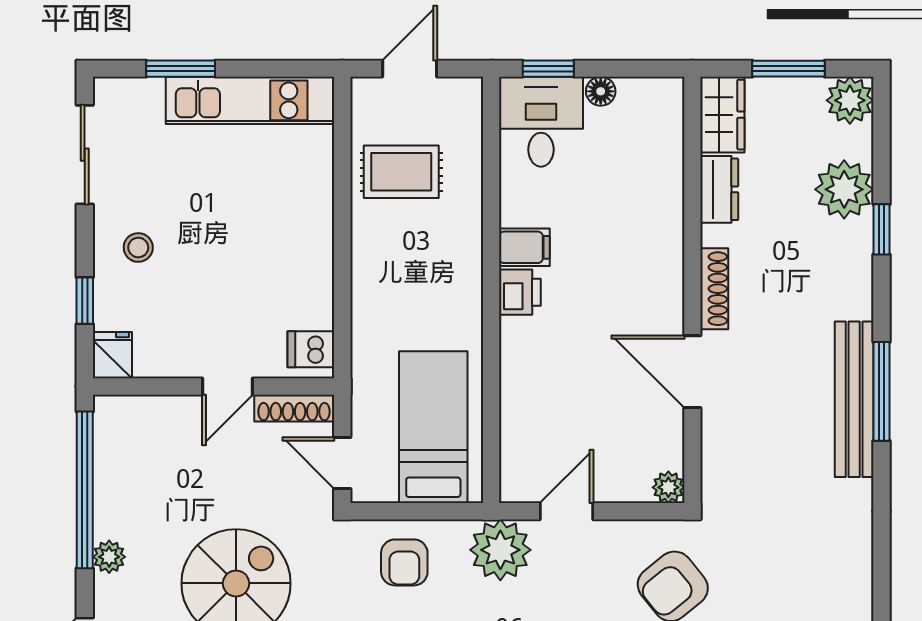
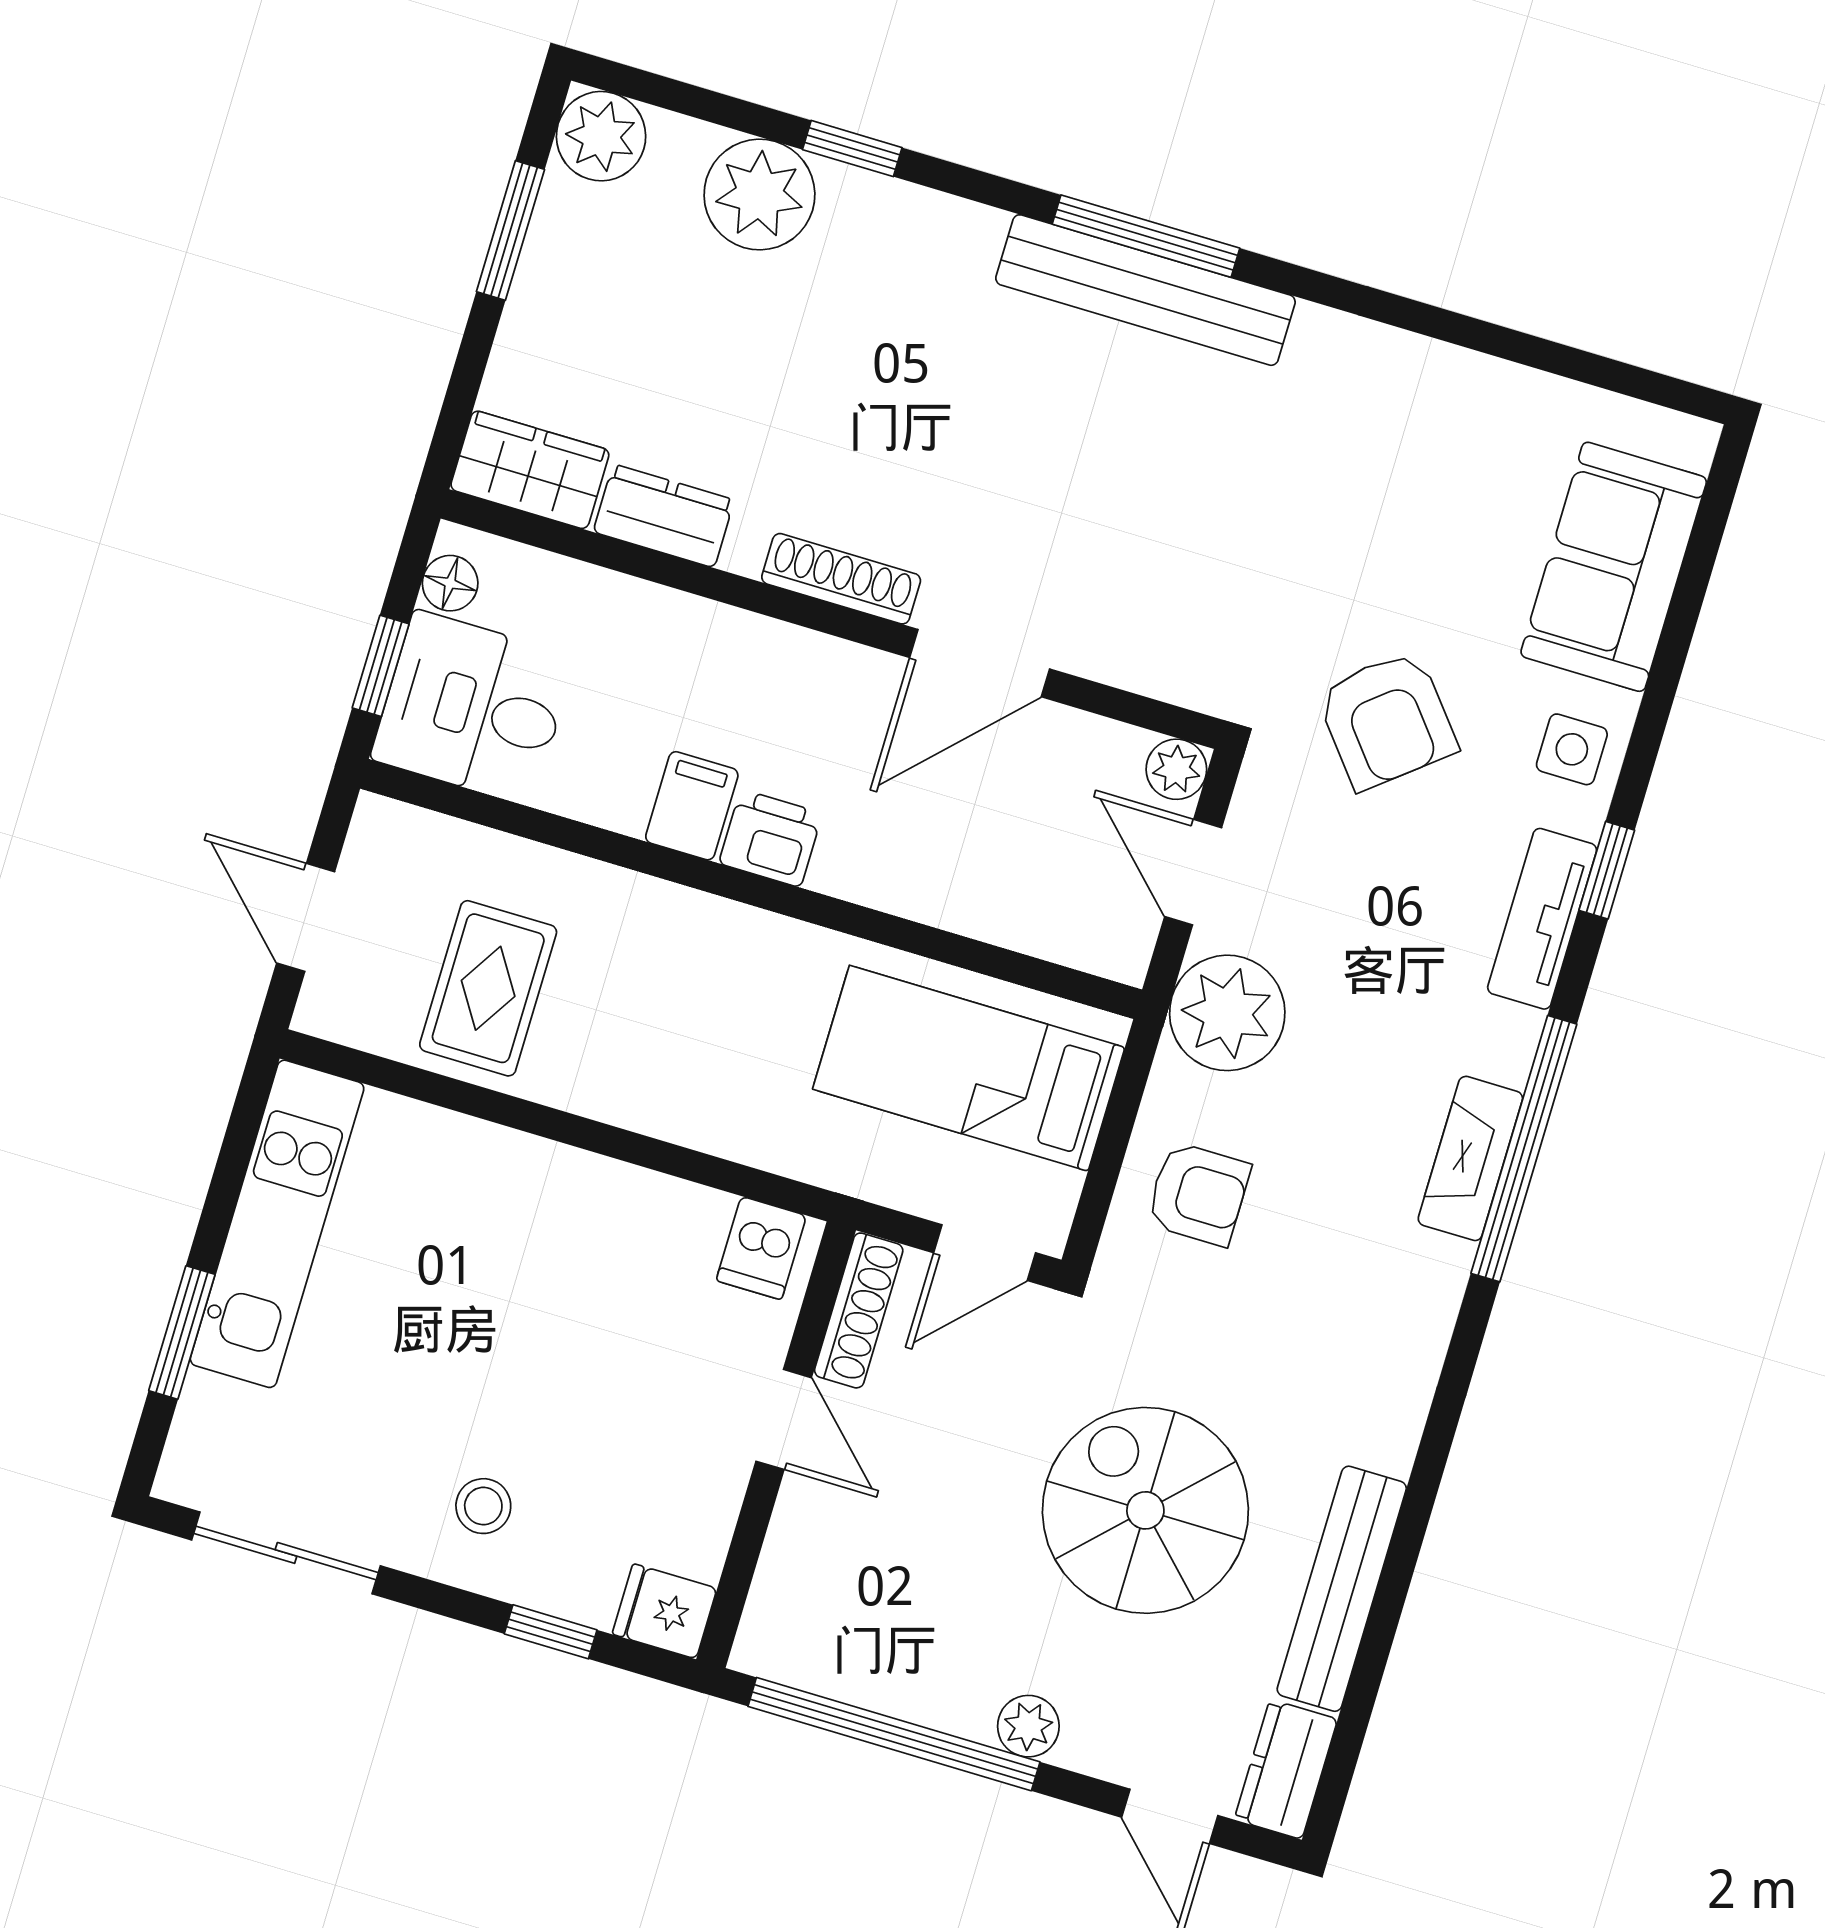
wardrobe: (722, 115) -> (530, 470), moved
dresser: (719, 189) -> (664, 516), moved
shoe rack: (714, 289) -> (841, 579), moved
wall: (692, 290) -> (832, 619), moved
door: (692, 372) -> (980, 663), moved
plant: (668, 487) -> (1176, 769), moved

